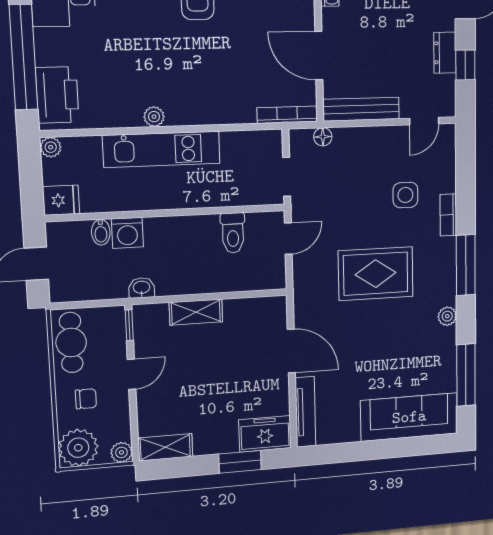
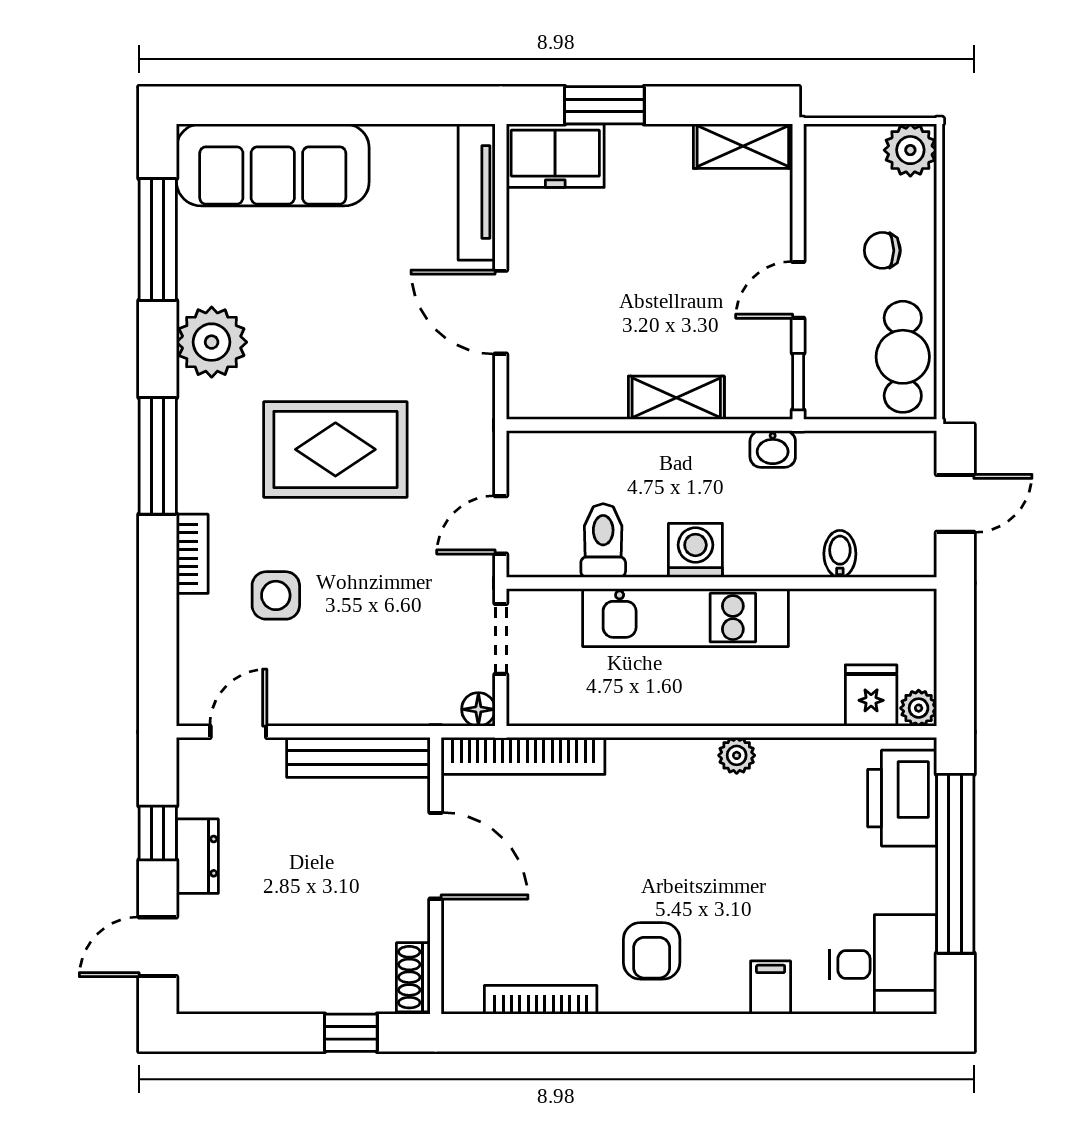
bookcase: (287, 115) -> (523, 756), width x1.48, depth x1.31
floor lamp: (323, 137) -> (478, 709), moved
kitchen unit: (162, 149) -> (686, 618), moved, turned 180
fridge: (61, 200) -> (871, 695), moved, turned 90
washing machine: (127, 233) -> (695, 550), moved
plant: (447, 316) -> (212, 342), width x1.88, depth x1.88
plant: (78, 448) -> (910, 150), width x0.73, depth x0.73
plant: (121, 452) -> (823, 144), removed

